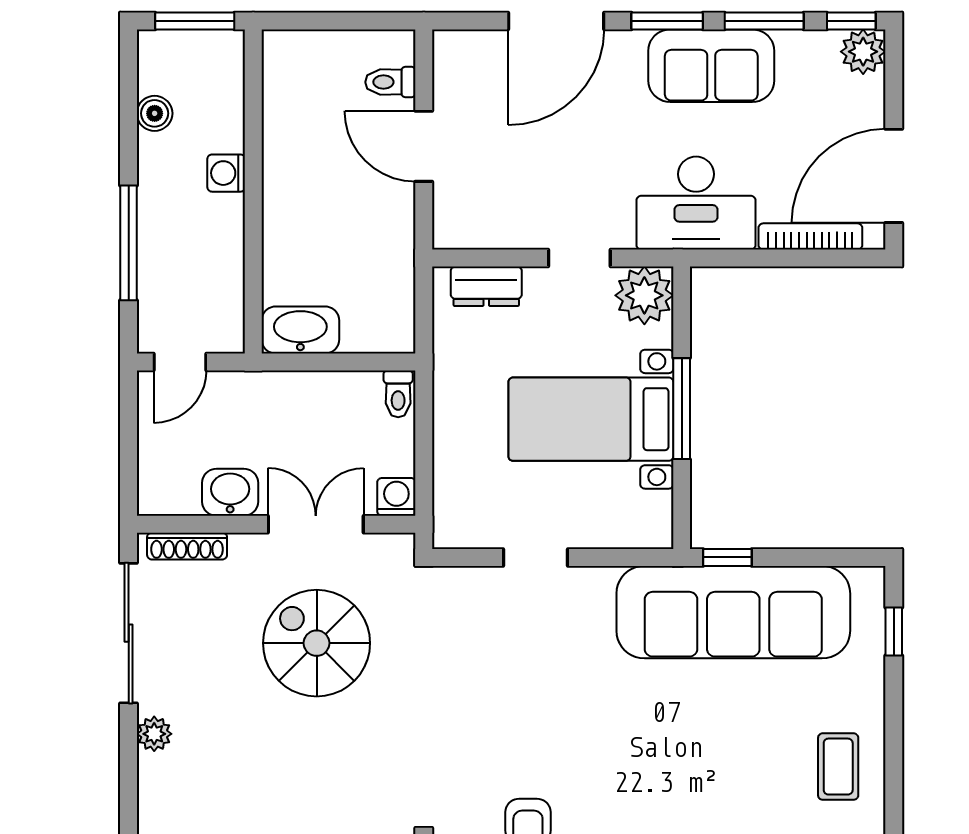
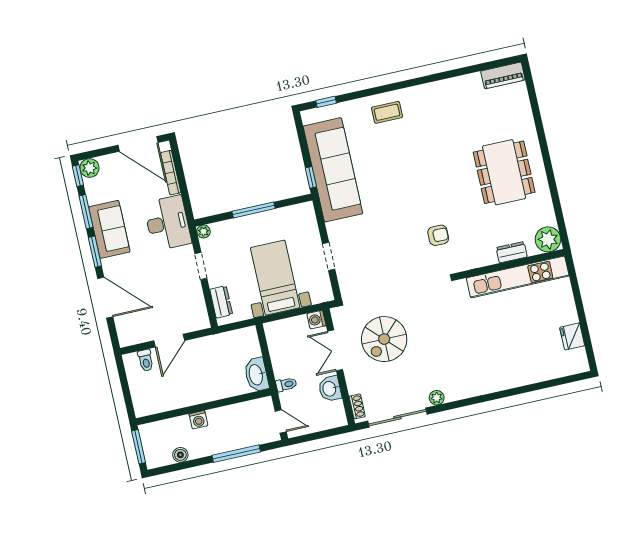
plant: (644, 295) -> (203, 231), width x0.53, depth x0.53
toilet: (398, 394) -> (286, 384), moved
bed with nightstands: (591, 419) -> (275, 278), moved, turned 180
shoe rack: (187, 546) -> (357, 406), width x0.70

